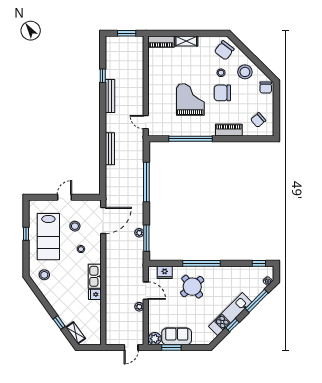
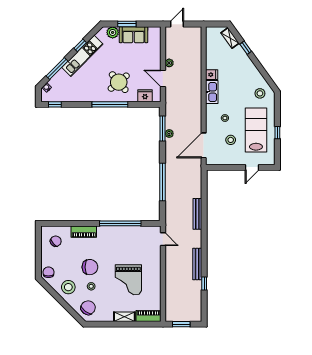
grand piano: (190, 99) -> (128, 280), moved
door: (64, 197) -> (252, 167), moved
plant: (155, 339) -> (113, 32), moved
window: (171, 348) -> (127, 24), moved

